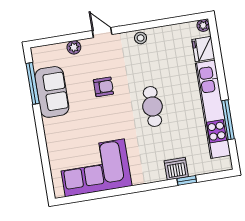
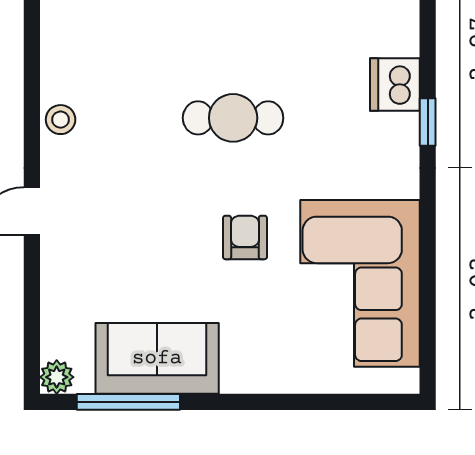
plant: (74, 47) -> (57, 377), moved
armchair: (103, 87) -> (245, 237), moved
window: (187, 180) -> (428, 122), moved

